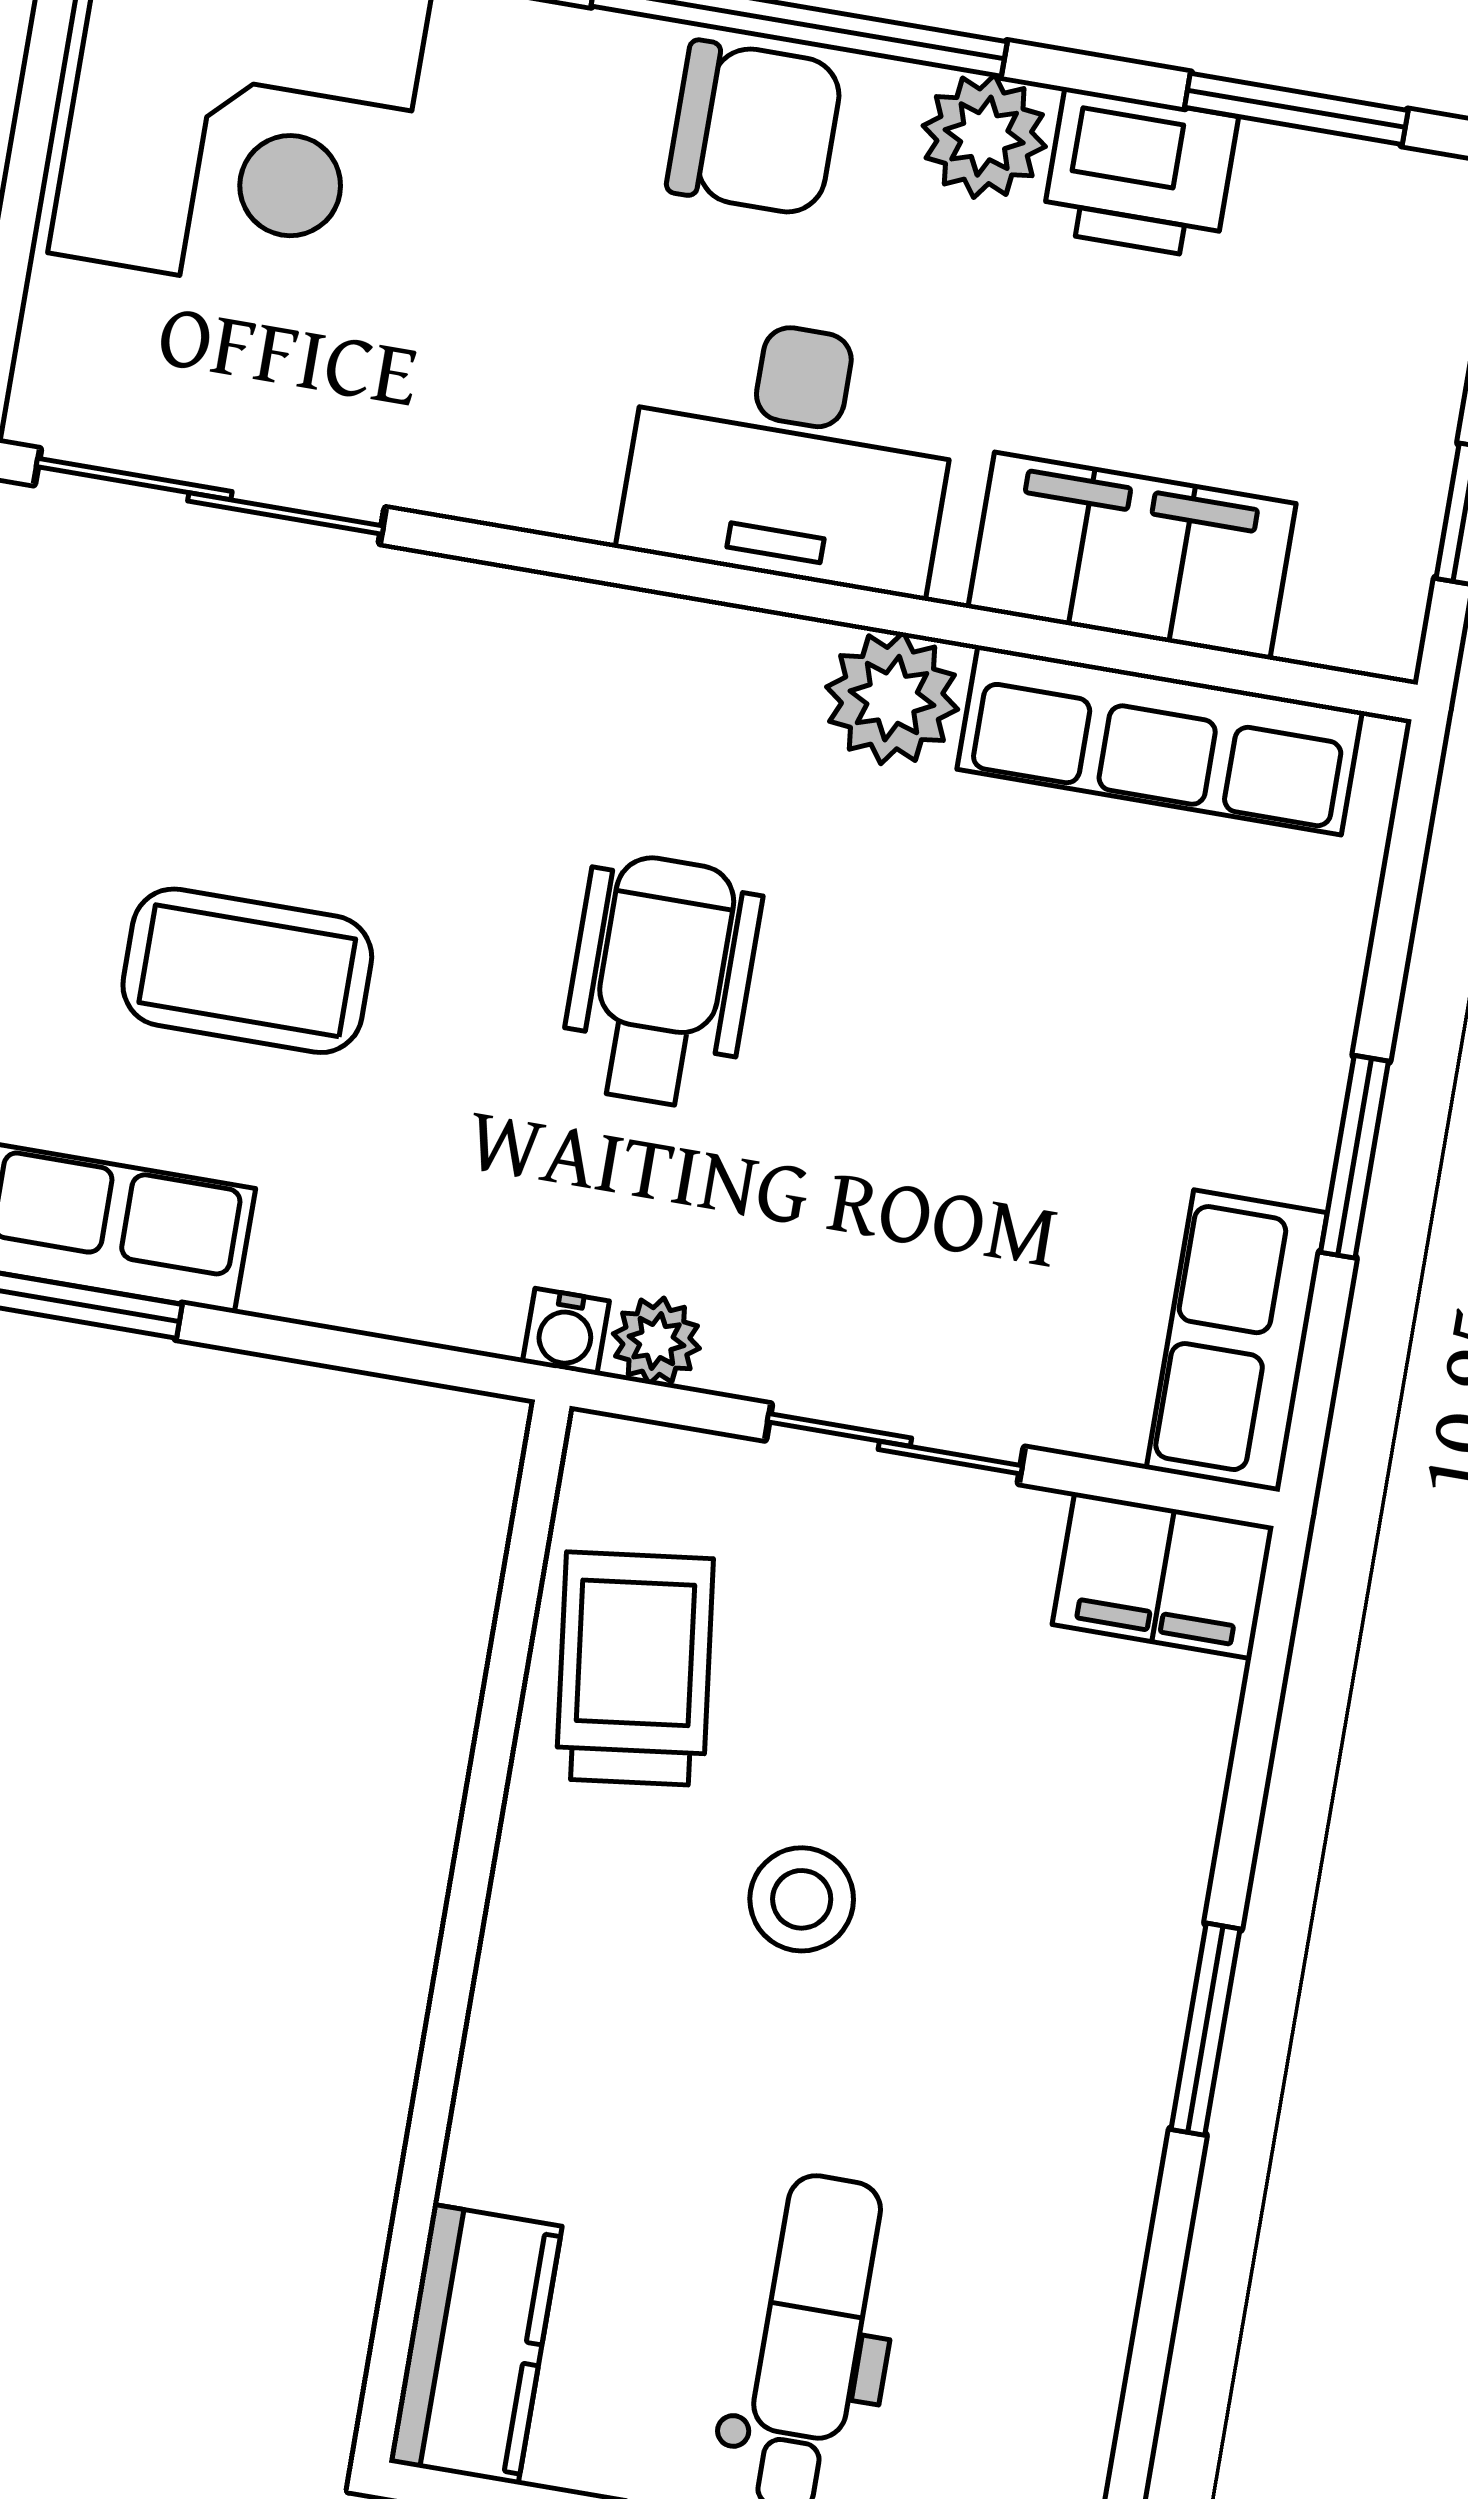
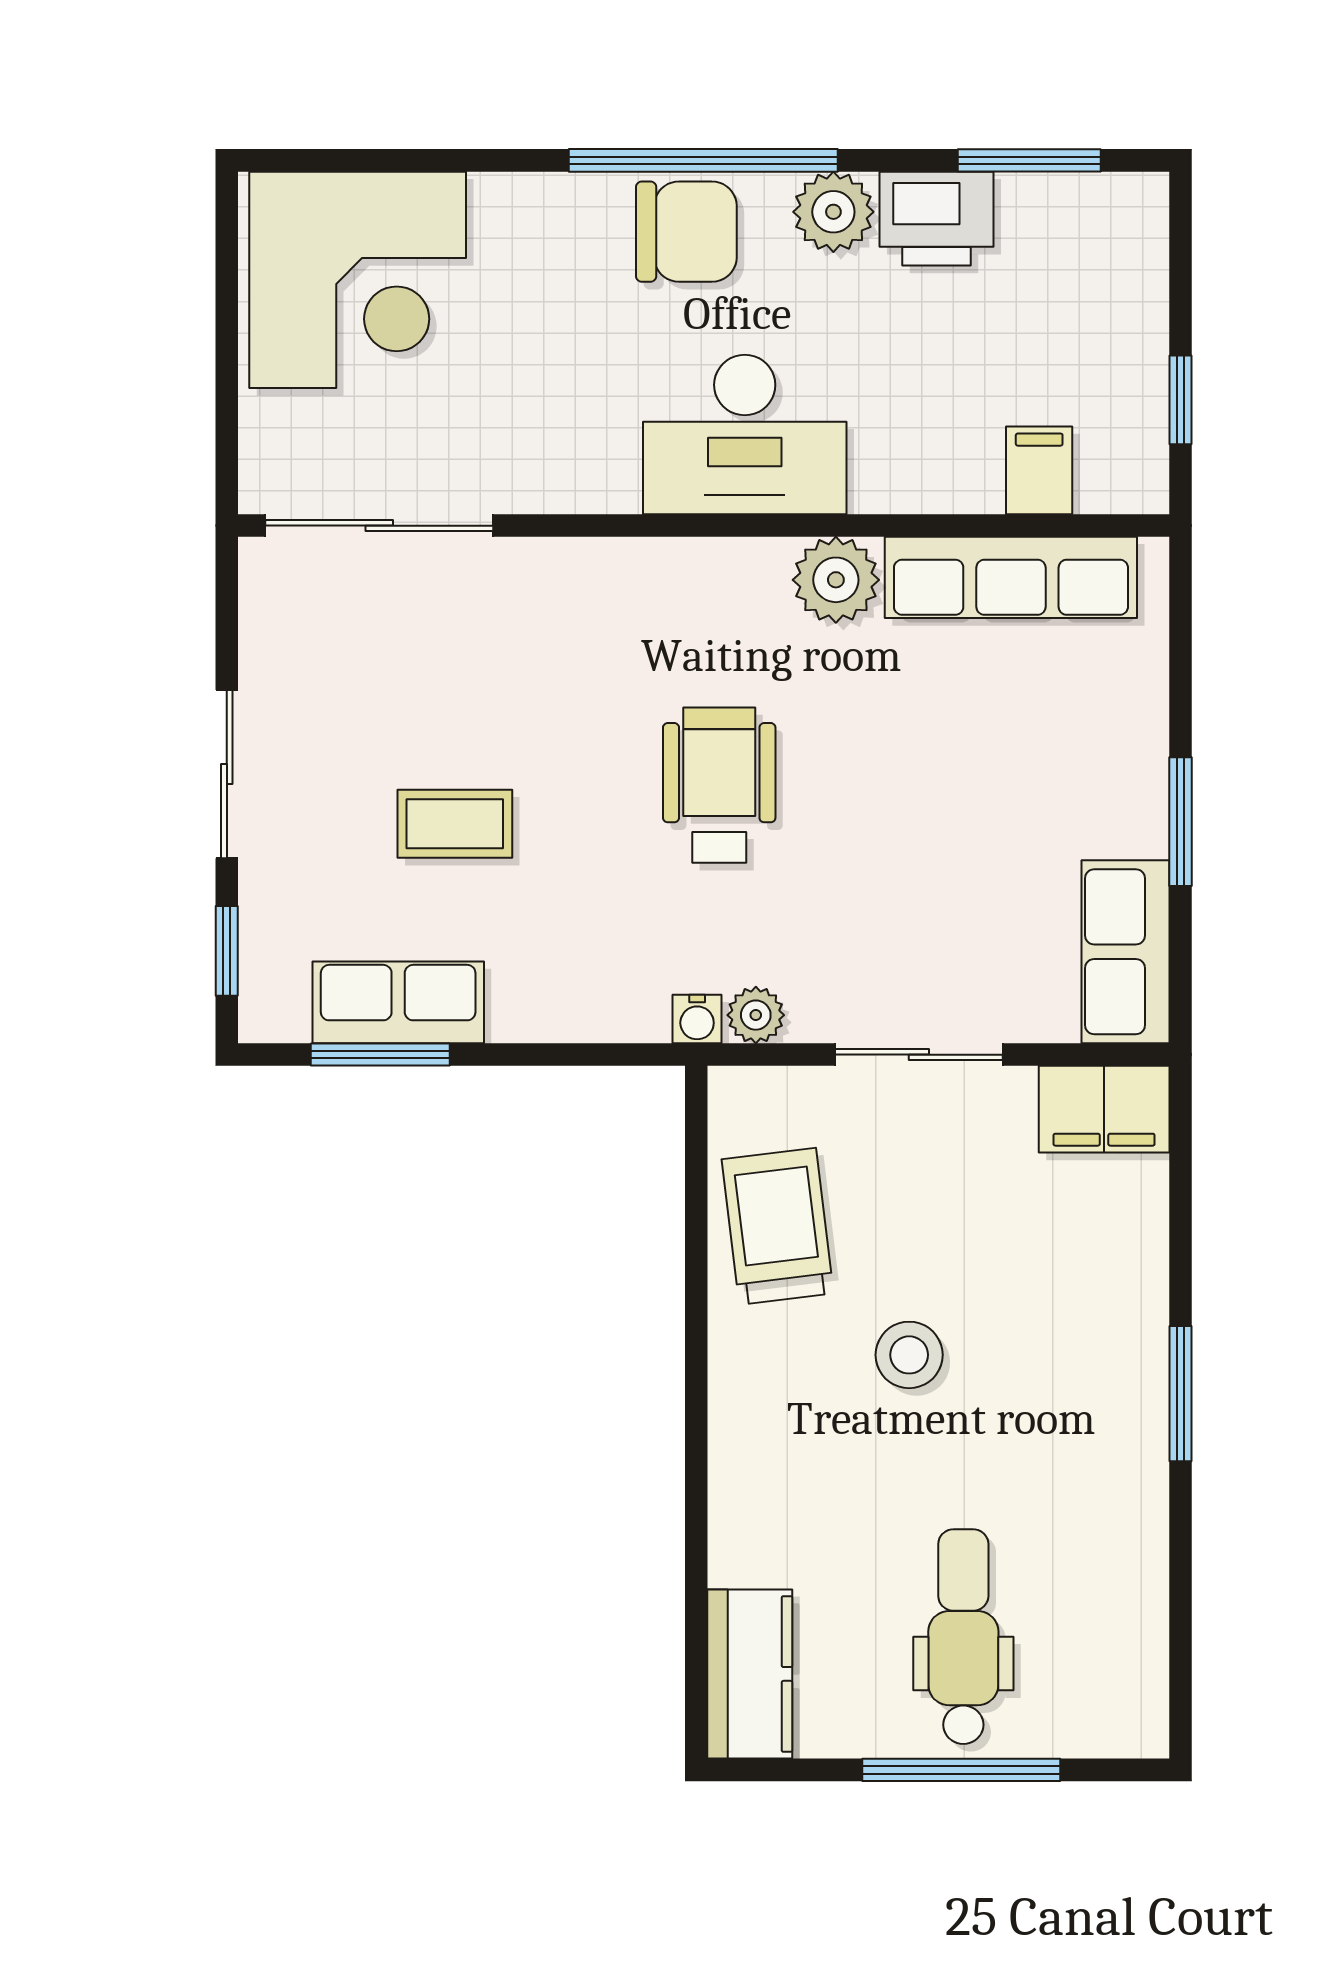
filing cabinet: (1132, 556) -> (1039, 470), width x0.33, depth x0.86
coffee table: (247, 971) -> (455, 824), width x0.73, depth x0.77

